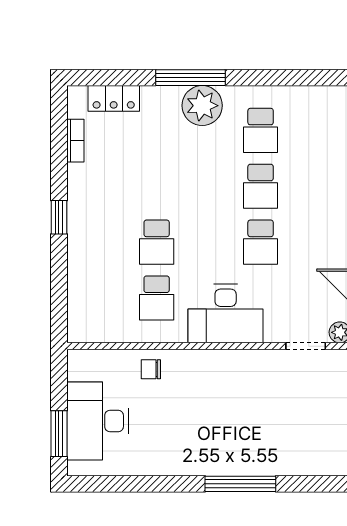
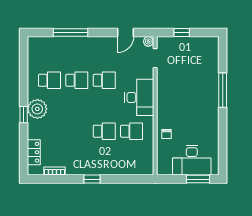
window: (190, 78) -> (24, 115), width x0.46

